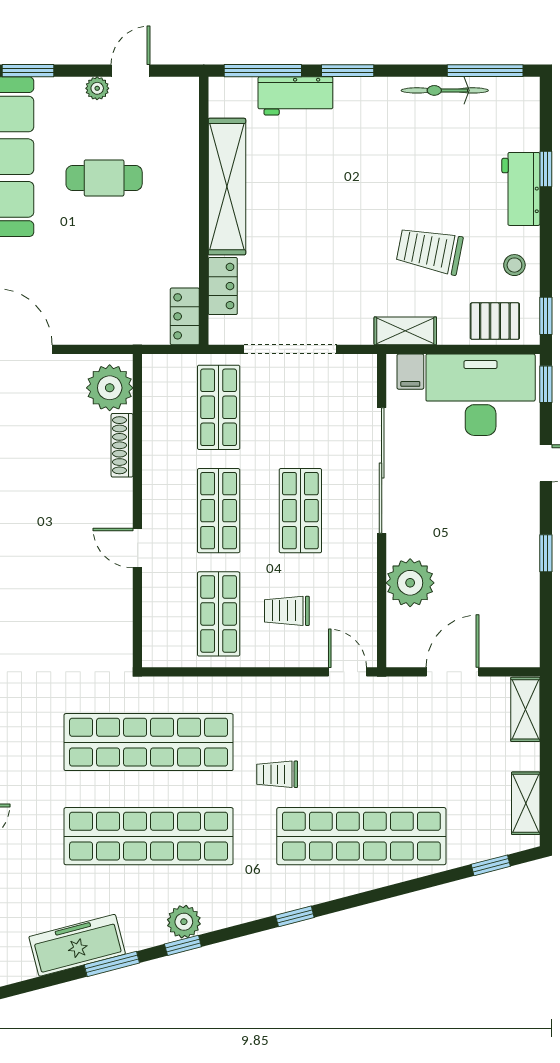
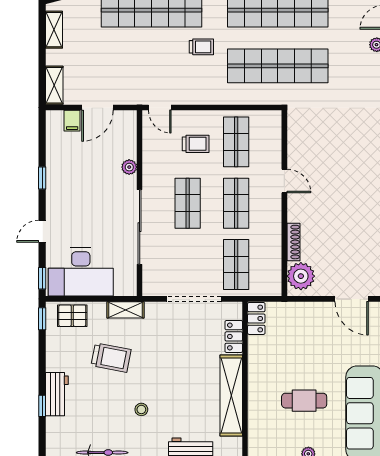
stool: (514, 265) -> (141, 409), moved
filing cabinet: (410, 372) -> (72, 121), moved, turned 180
plant: (410, 583) -> (129, 167), width x0.53, depth x0.53

